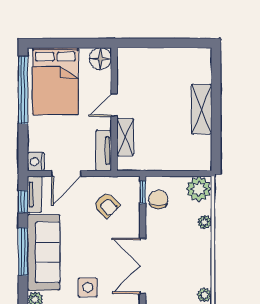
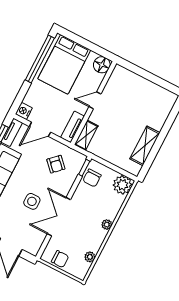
shelving: (202, 109) -> (145, 146), moved
shelving: (125, 137) -> (86, 135), moved
chair: (158, 199) -> (92, 178), turned 180
plant: (205, 222) -> (107, 225), moved
side table: (88, 287) -> (32, 201), moved

